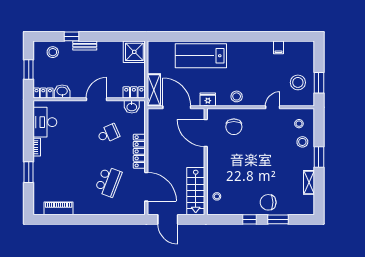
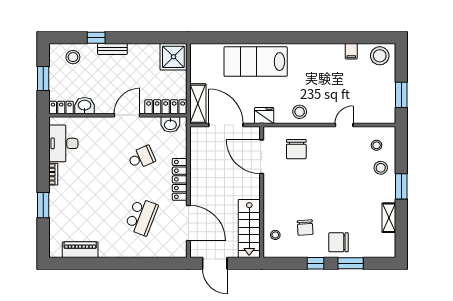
stool: (298, 82) -> (380, 56), moved
locker: (134, 92) -> (166, 107), width x1.53
chair: (241, 190) -> (305, 228), added

